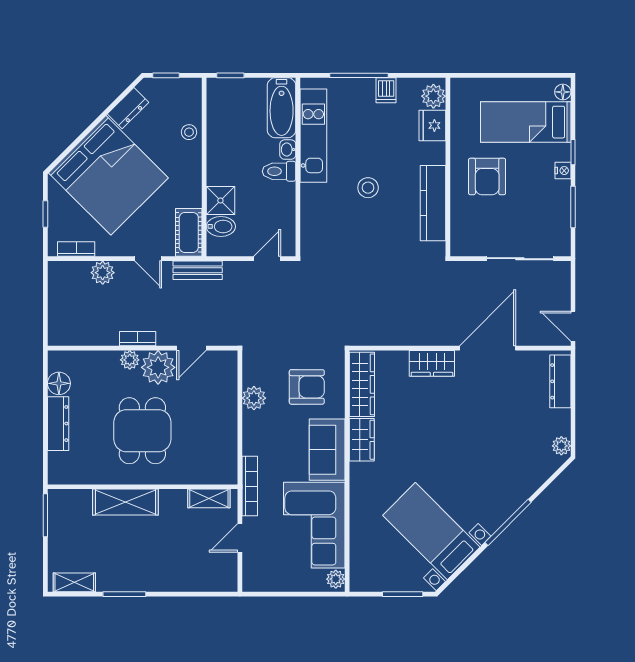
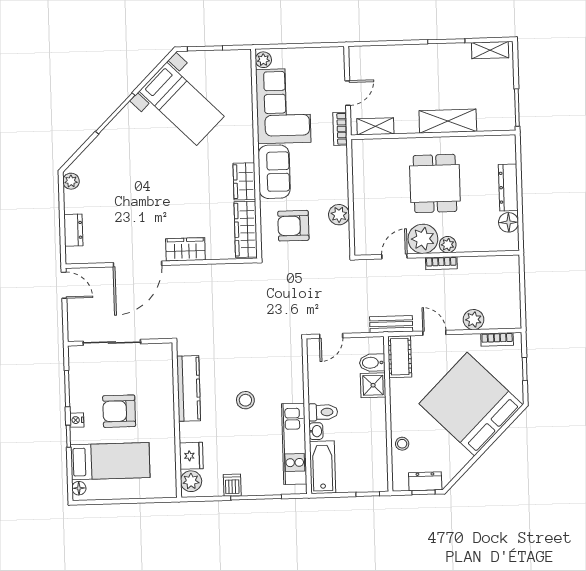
dresser: (128, 108) -> (425, 481), moved, turned 45
armchair: (487, 176) -> (119, 411), moved, turned -90
dresser: (560, 381) -> (73, 230), width x0.70
bookcase: (250, 486) -> (340, 129), width x0.64

